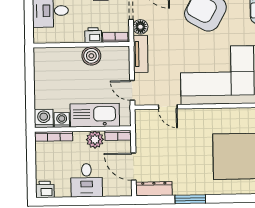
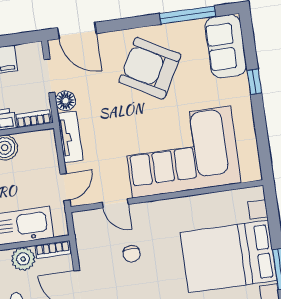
door: (132, 90) -> (65, 187), swing flipped
chair: (175, 146) -> (132, 254), added

